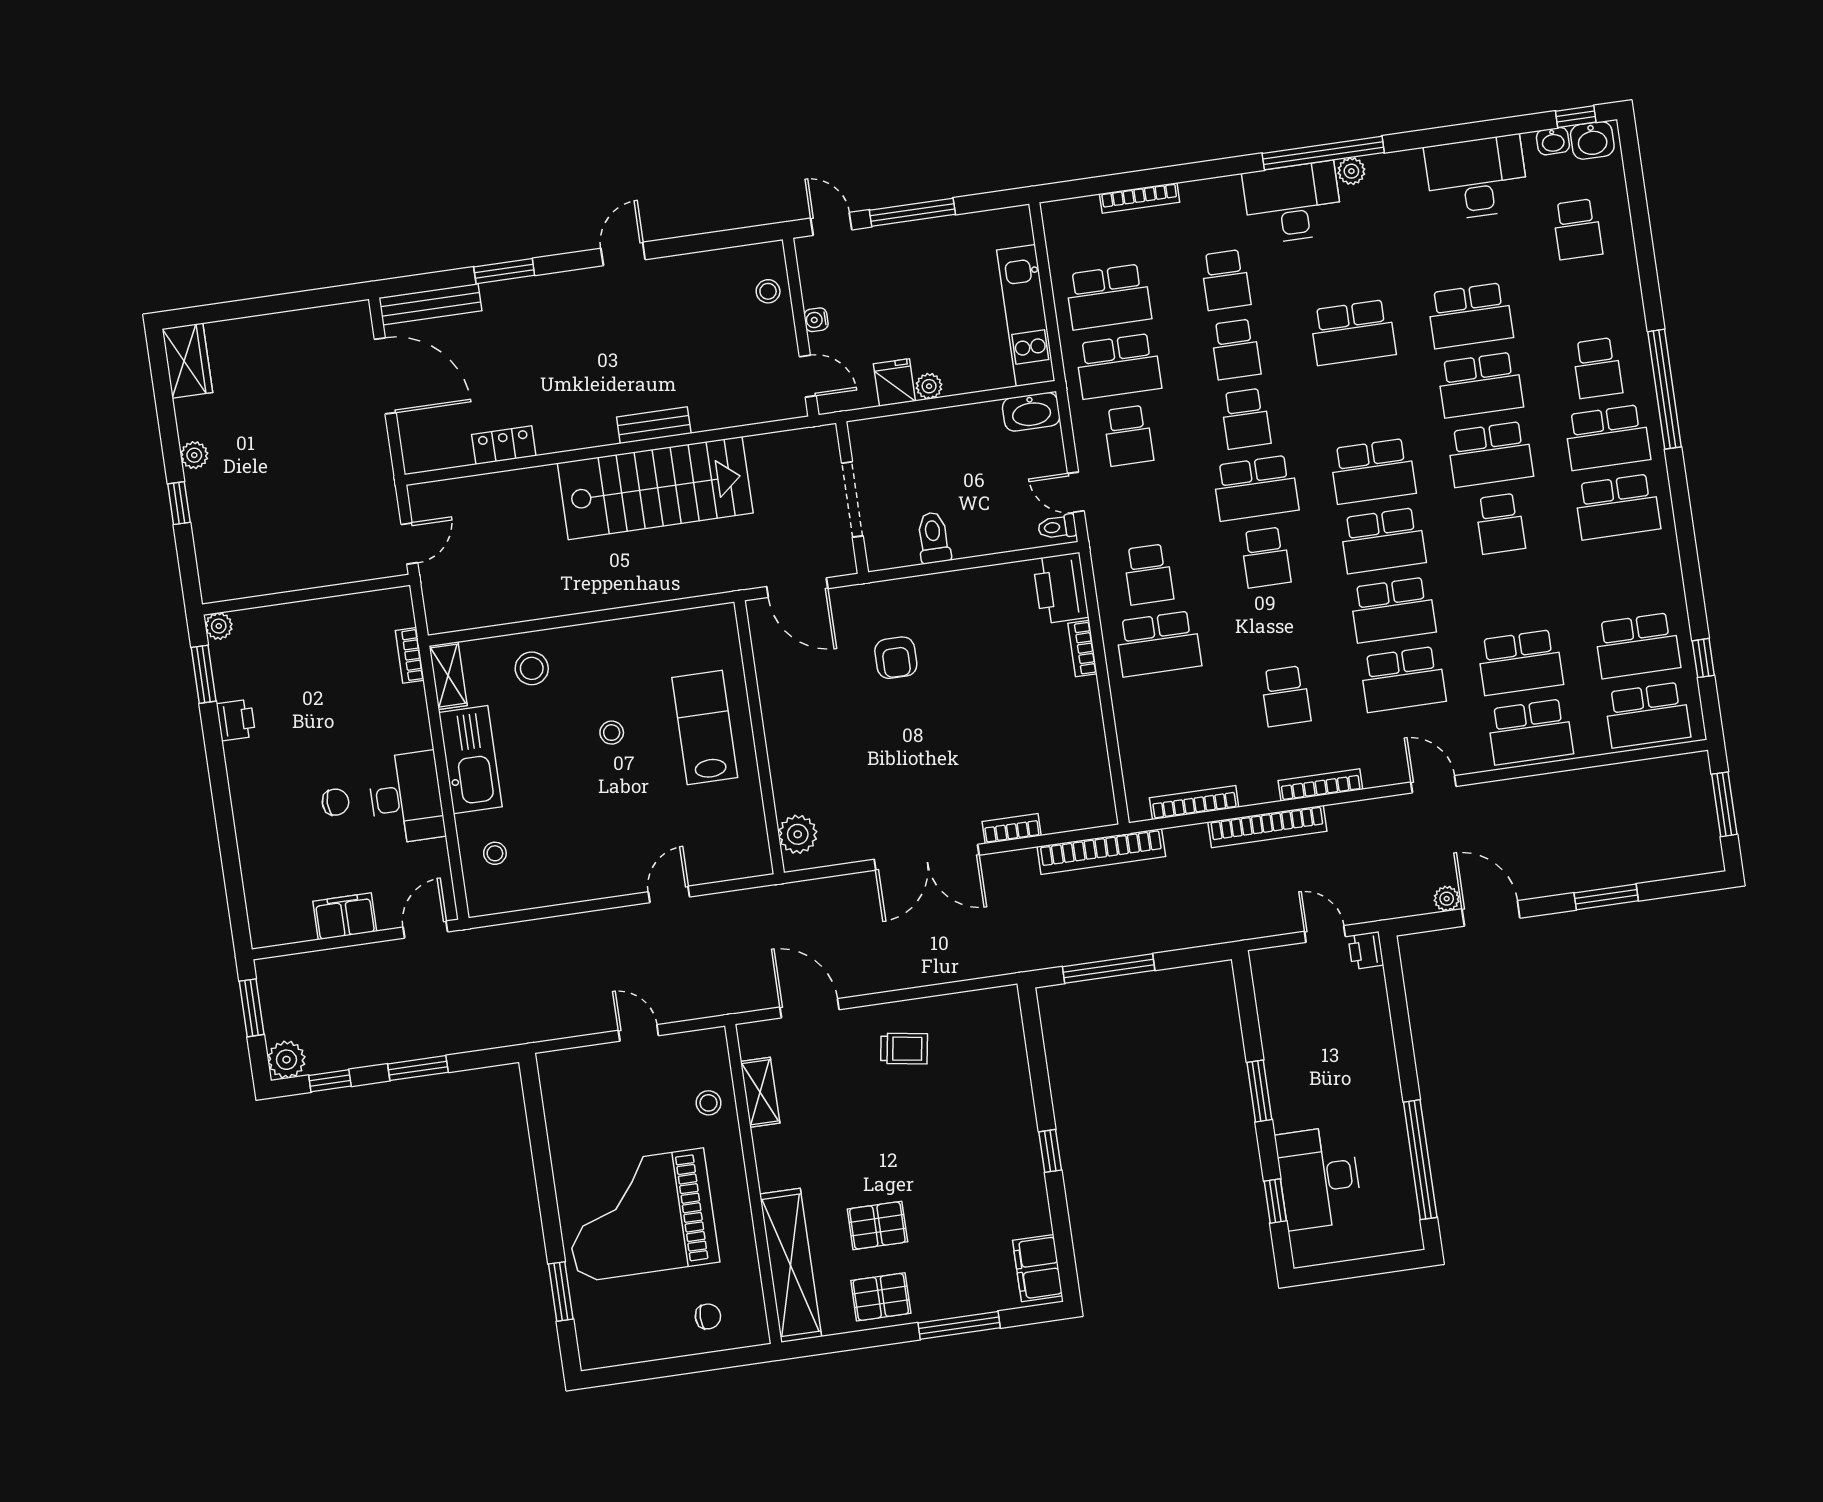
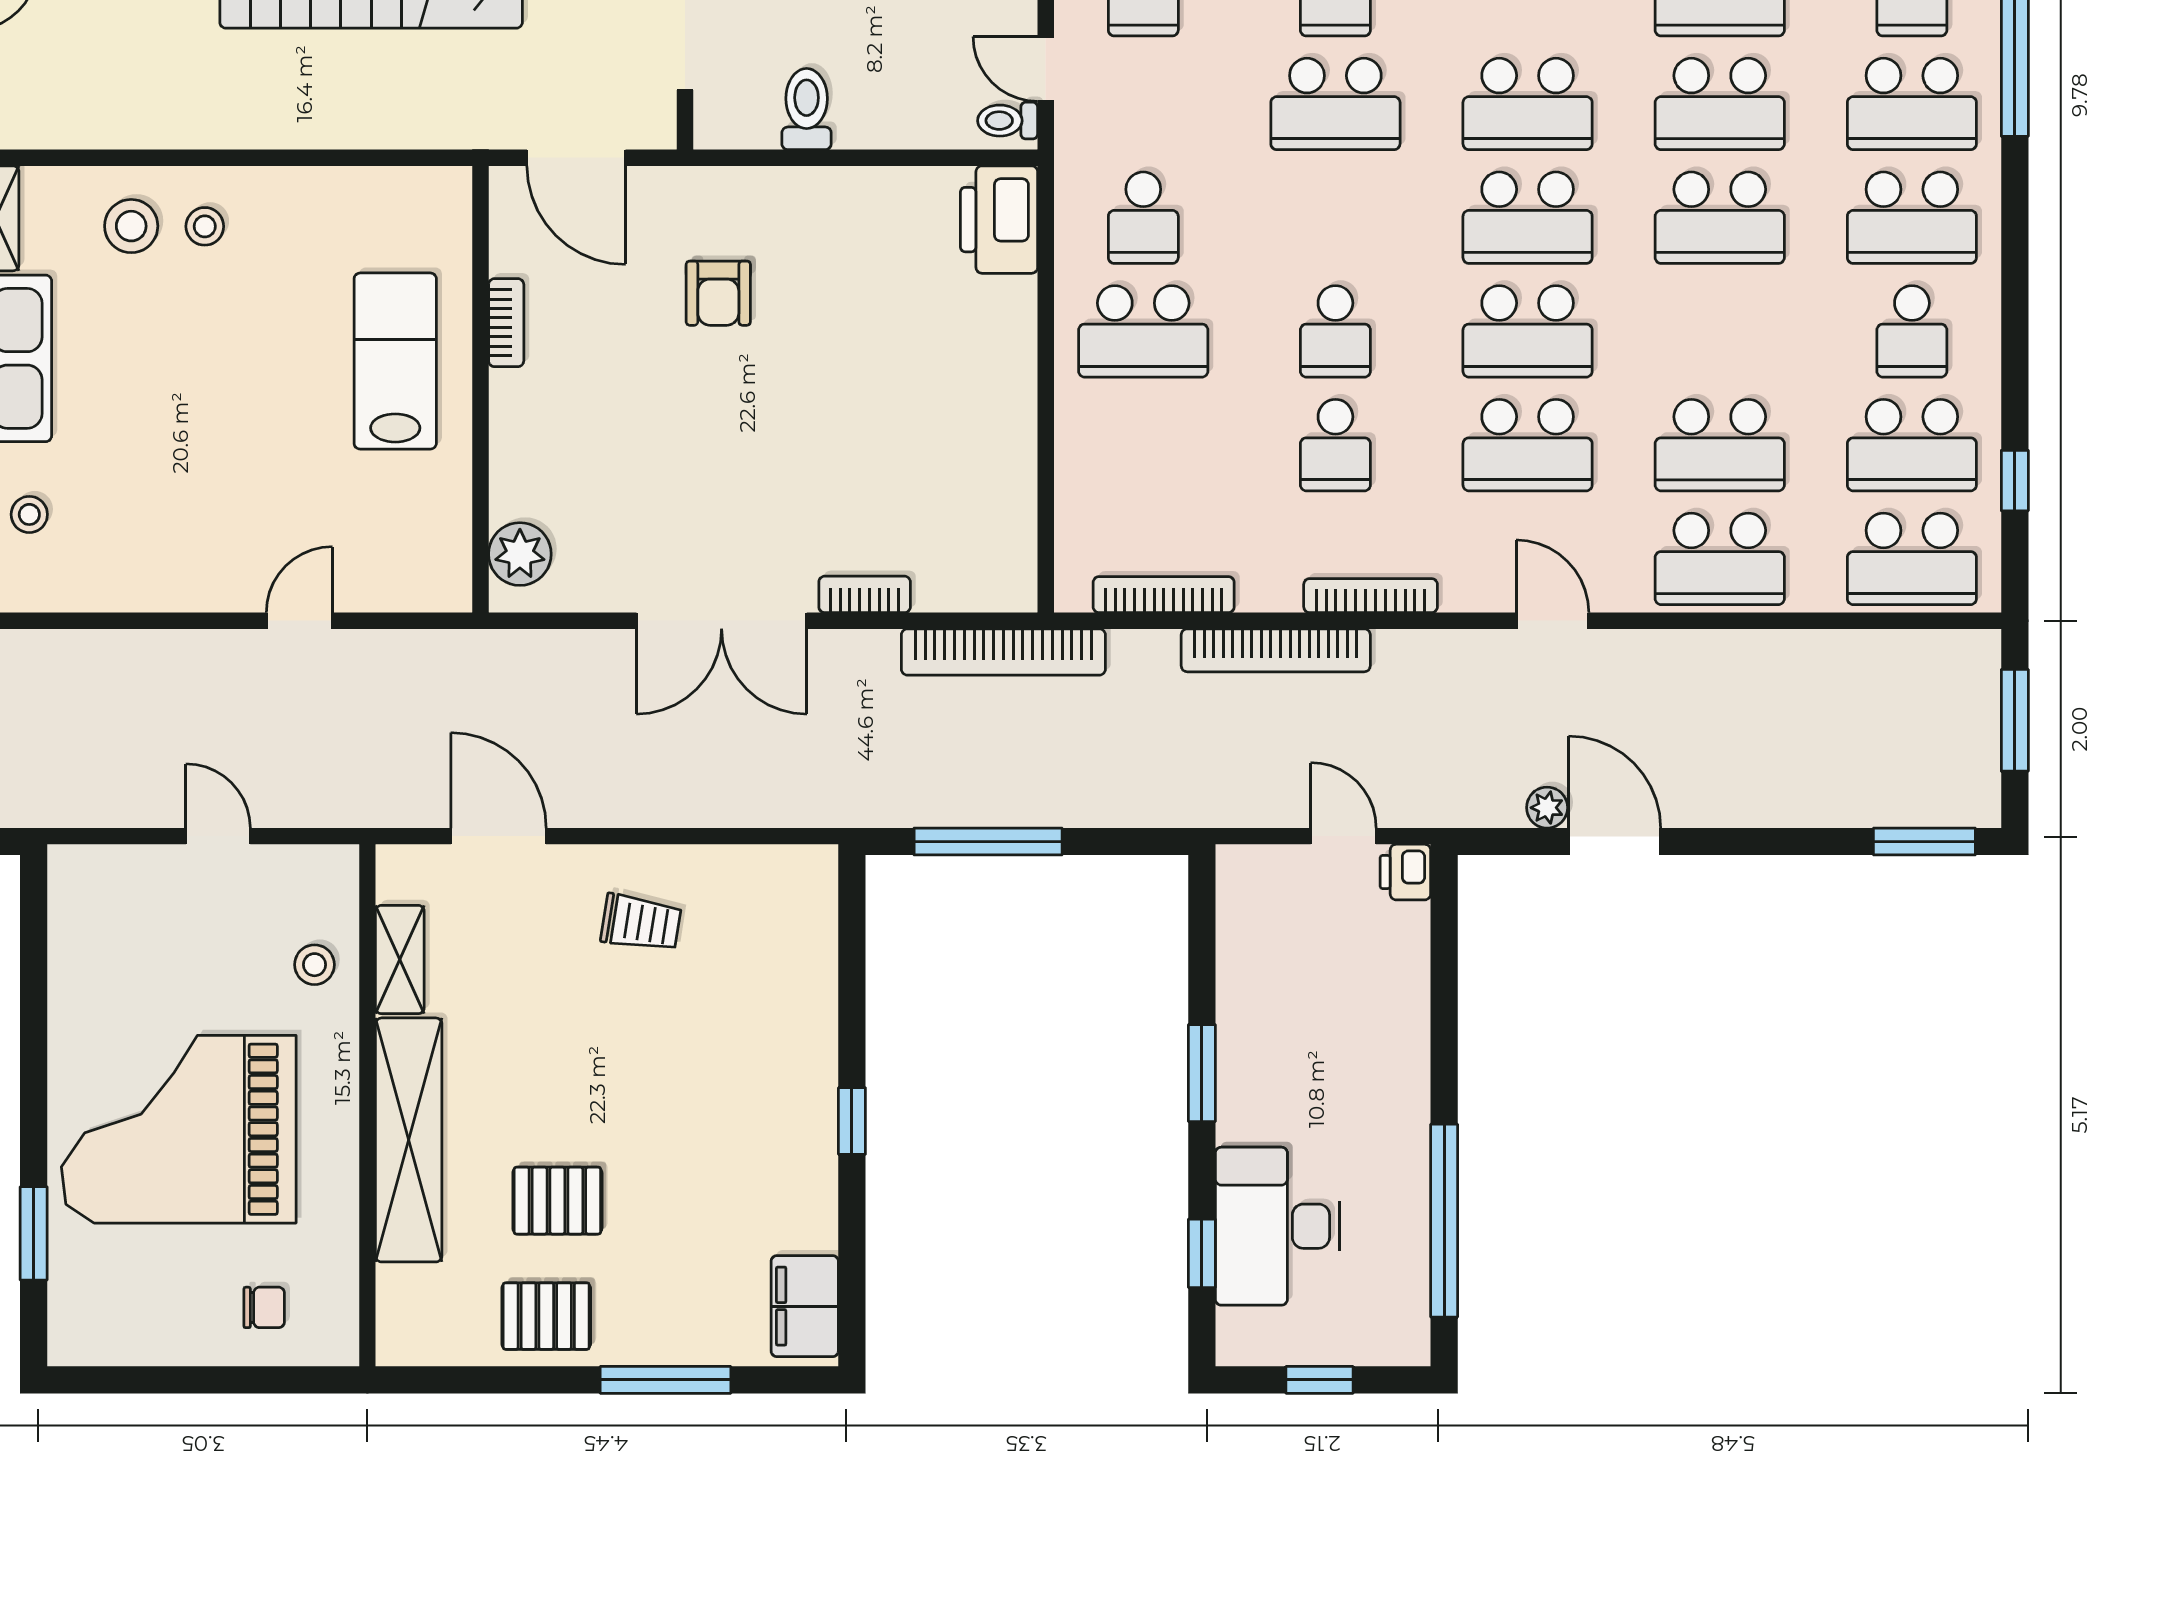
school desk: (1500, 524) -> (1720, 218), width x1.85
school desk: (1266, 557) -> (1335, 331), moved
school desk: (1627, 576) -> (1912, 331), added
bookcase: (1082, 649) -> (506, 323), moved, turned 180
stool: (612, 733) -> (205, 226), moved
window: (1606, 897) -> (1924, 842), moved
shelving: (791, 1265) -> (409, 1140), moved
window: (1358, 1268) -> (1320, 1380), added

